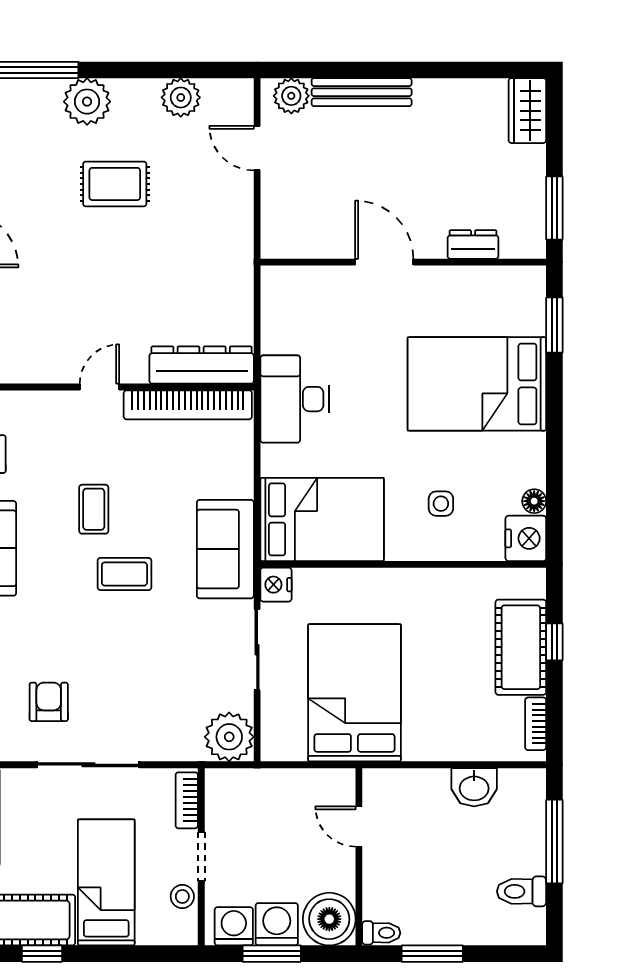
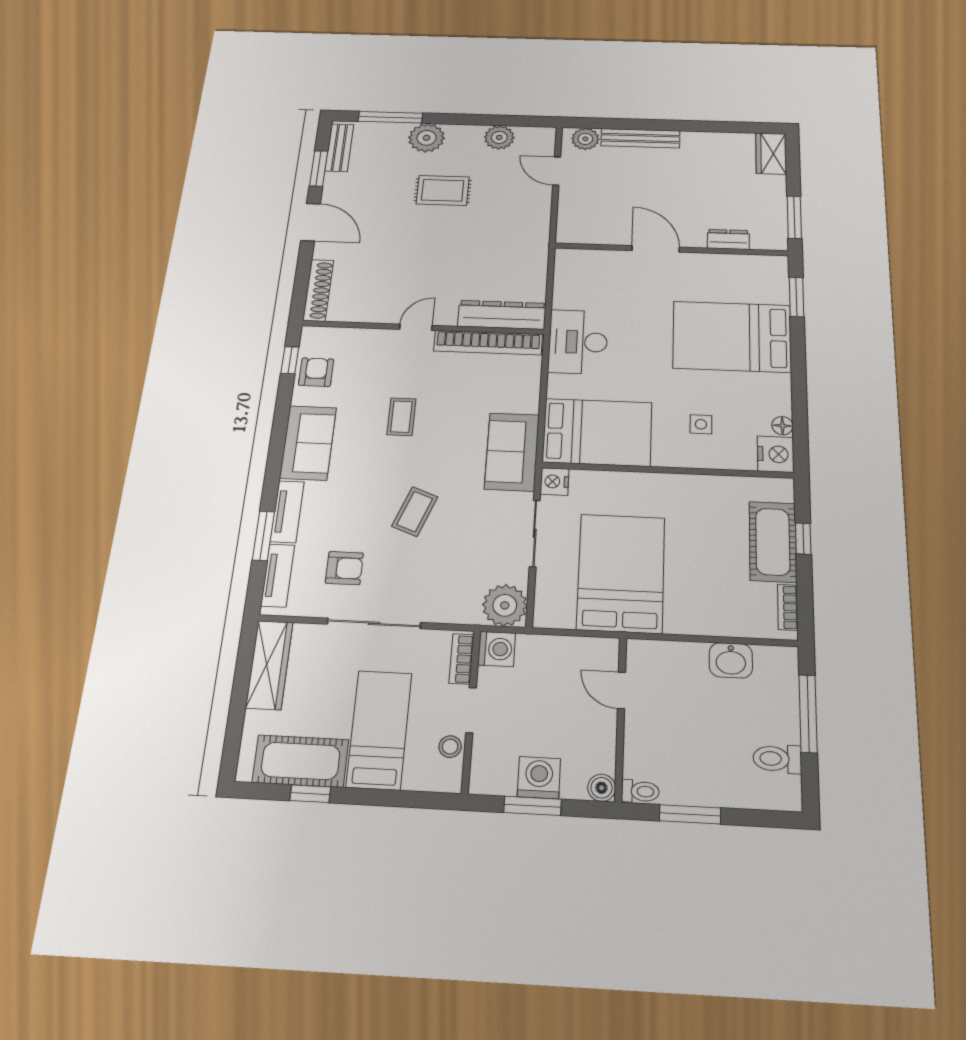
coffee table: (124, 574) -> (415, 512), moved, turned -69
armchair: (49, 702) -> (344, 568), turned 90
boiler: (329, 919) -> (602, 788), width x0.54, depth x0.54
washing machine: (234, 926) -> (497, 649), moved, turned 90

